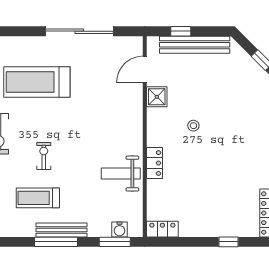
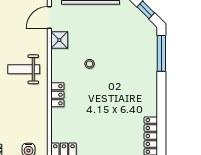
weight bench: (121, 174) -> (24, 69), moved

